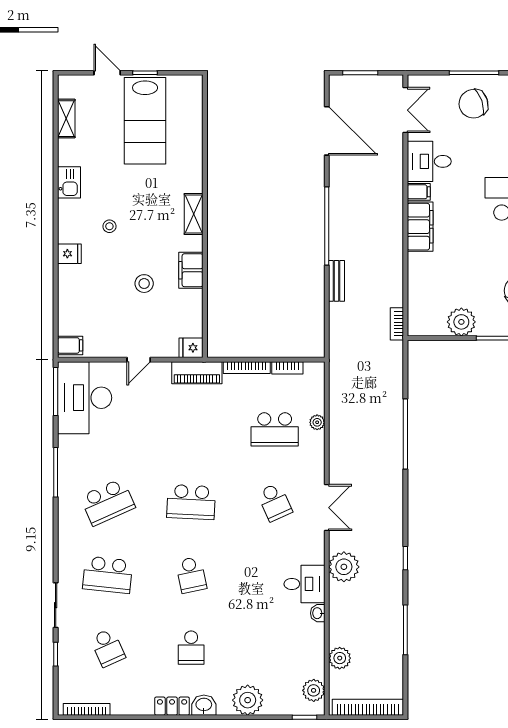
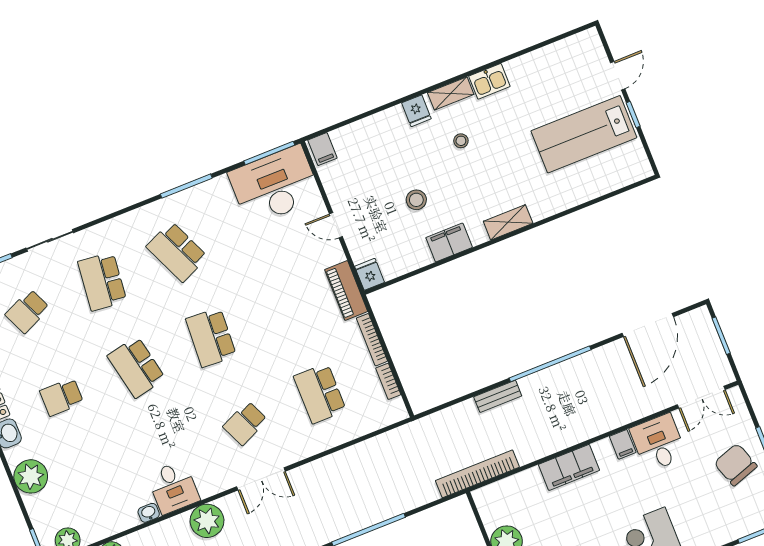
shelving: (66, 119) -> (451, 93), moved
filing cabinet: (420, 227) -> (569, 467), moved
bookcase: (397, 324) -> (477, 474), width x2.31, depth x1.31
plant: (317, 422) -> (344, 434), removed
school desk: (191, 575) -> (136, 367), width x1.85

